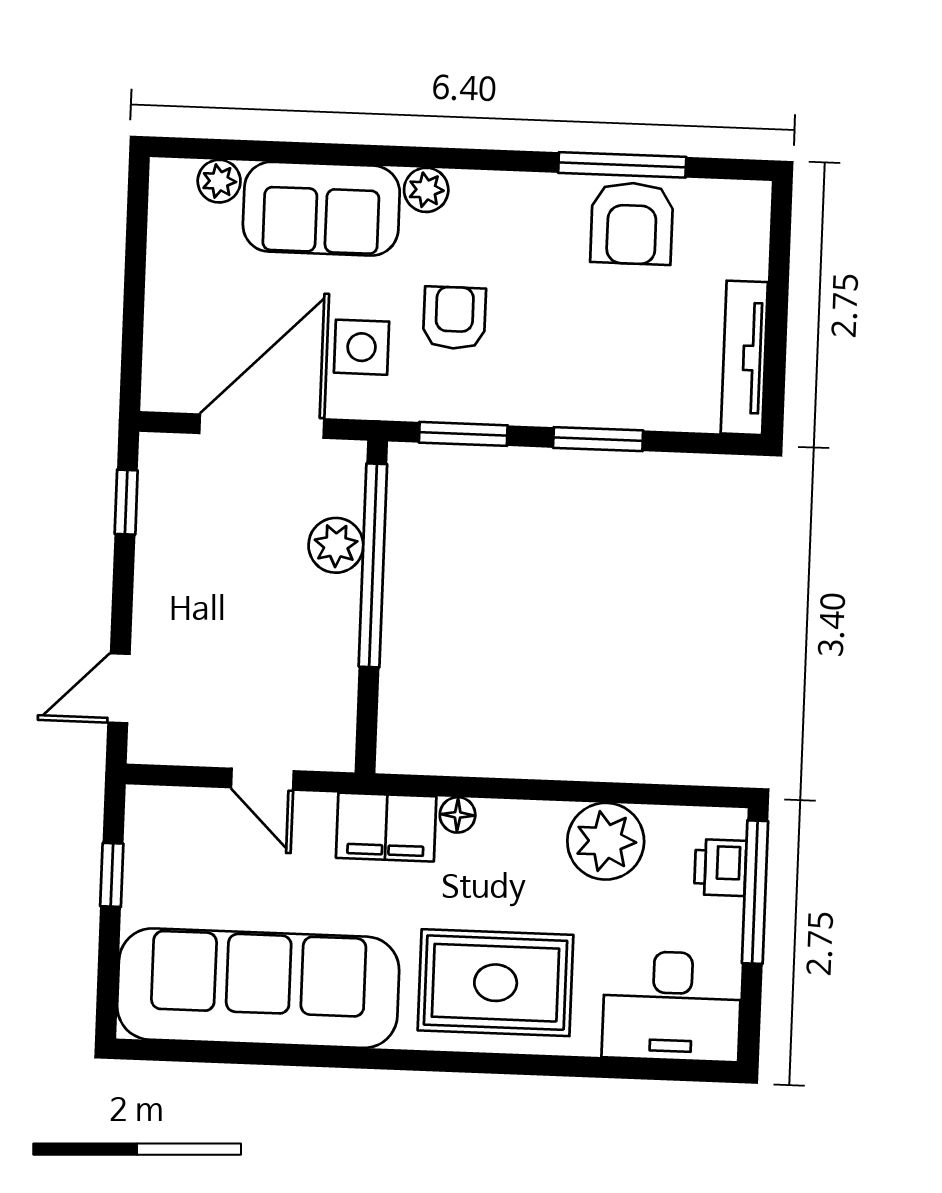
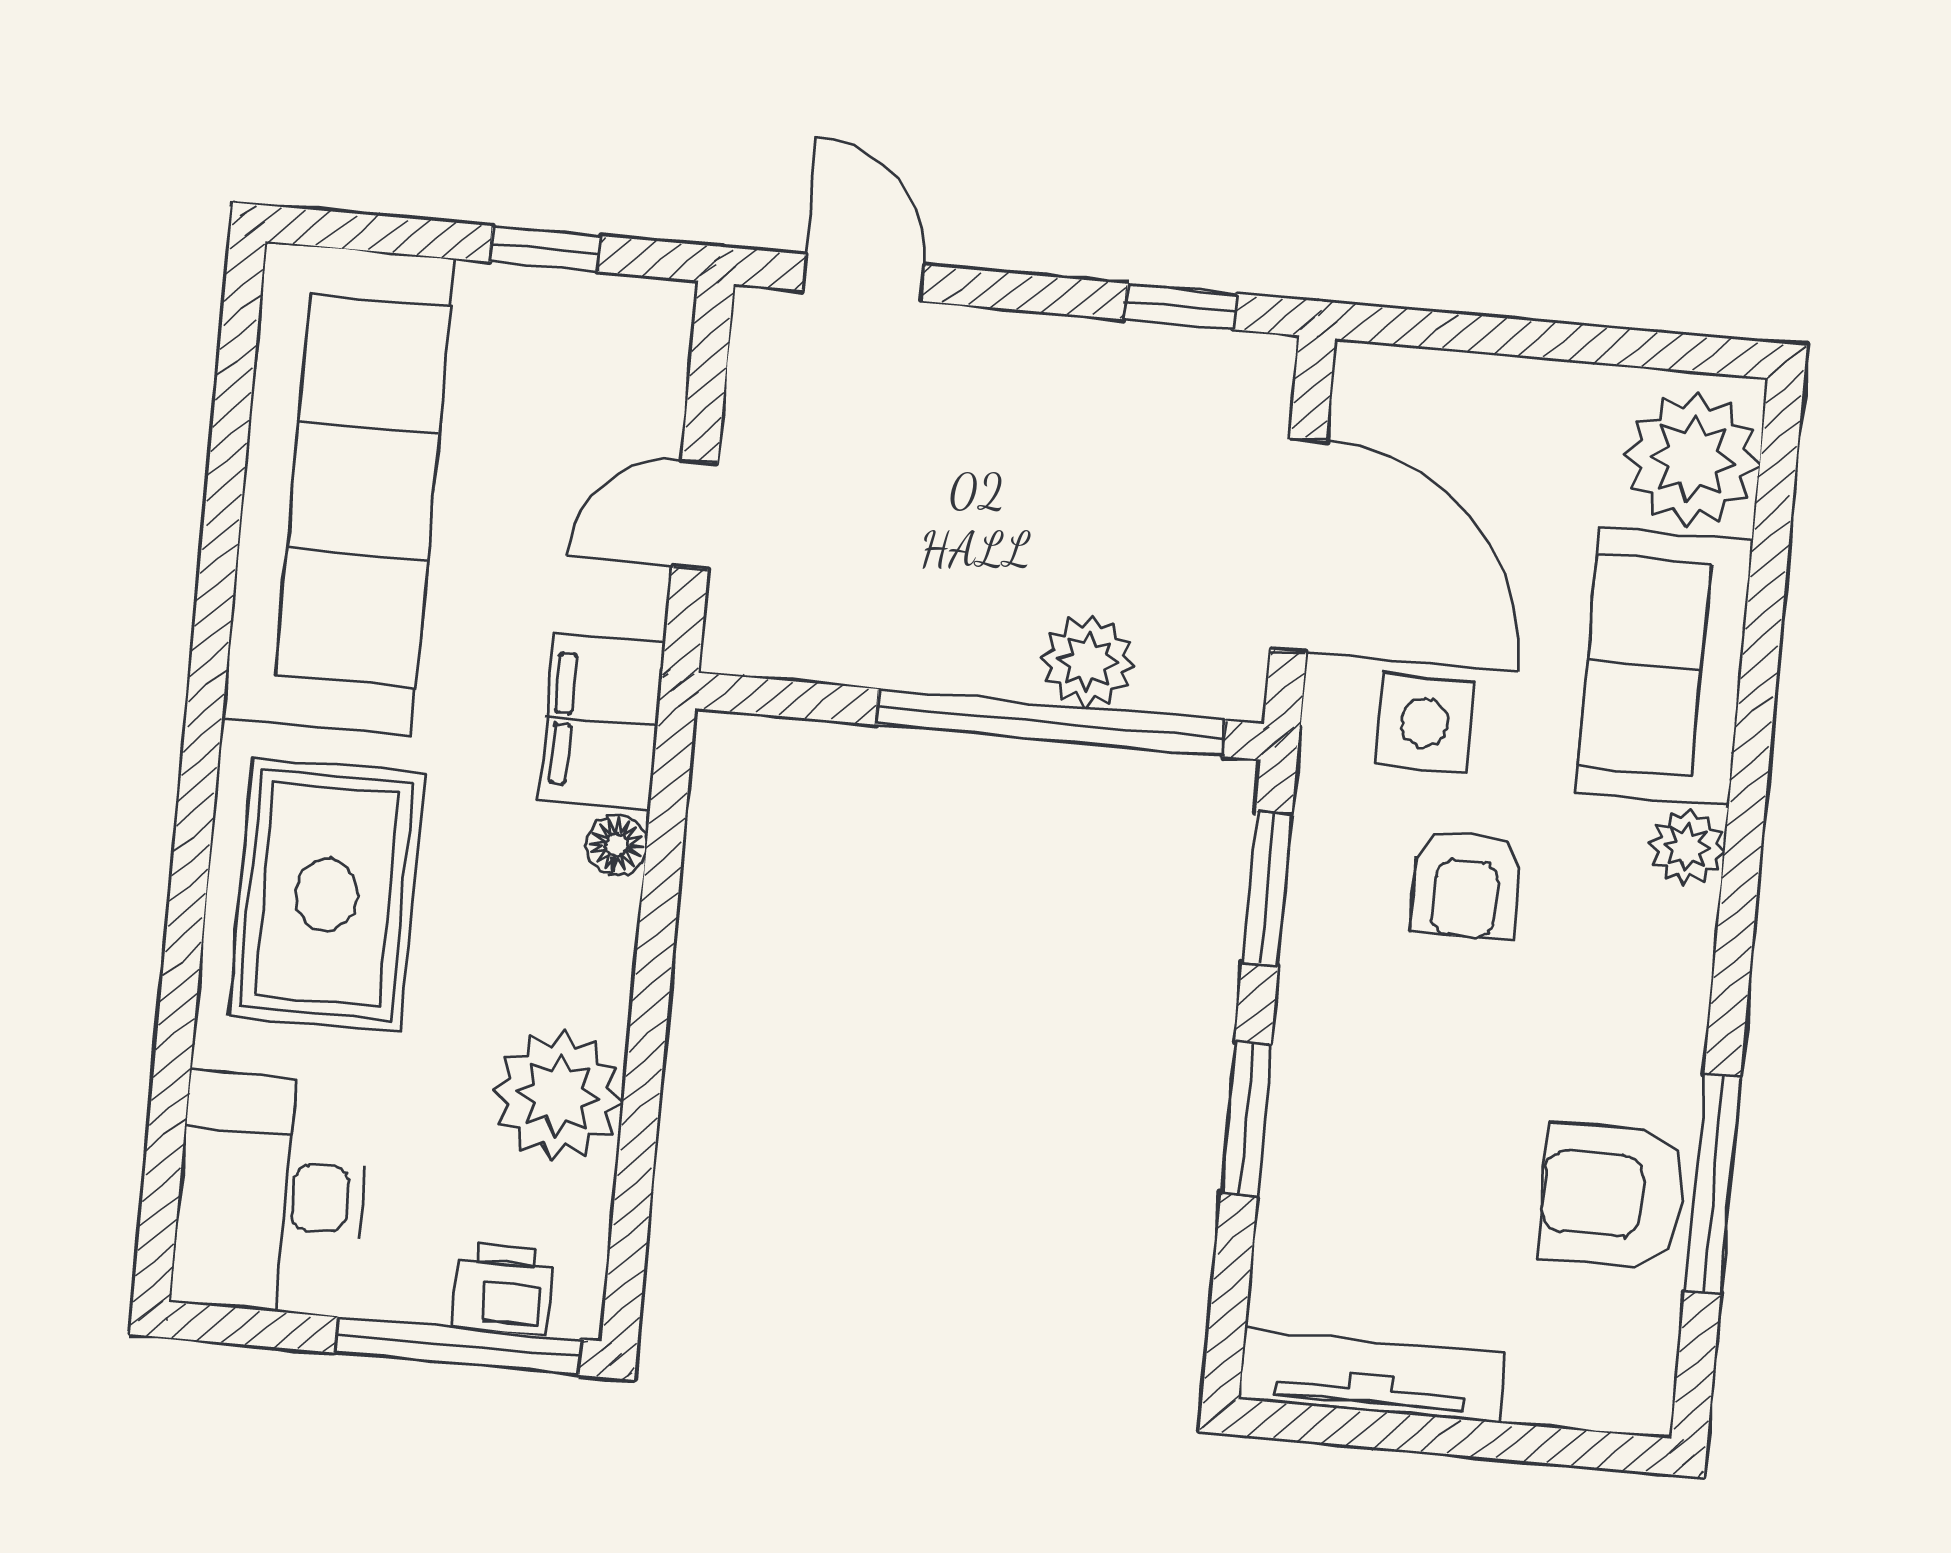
plant: (219, 181) -> (1692, 459), width x1.87, depth x1.87
armchair: (454, 318) -> (1466, 884), turned 90

